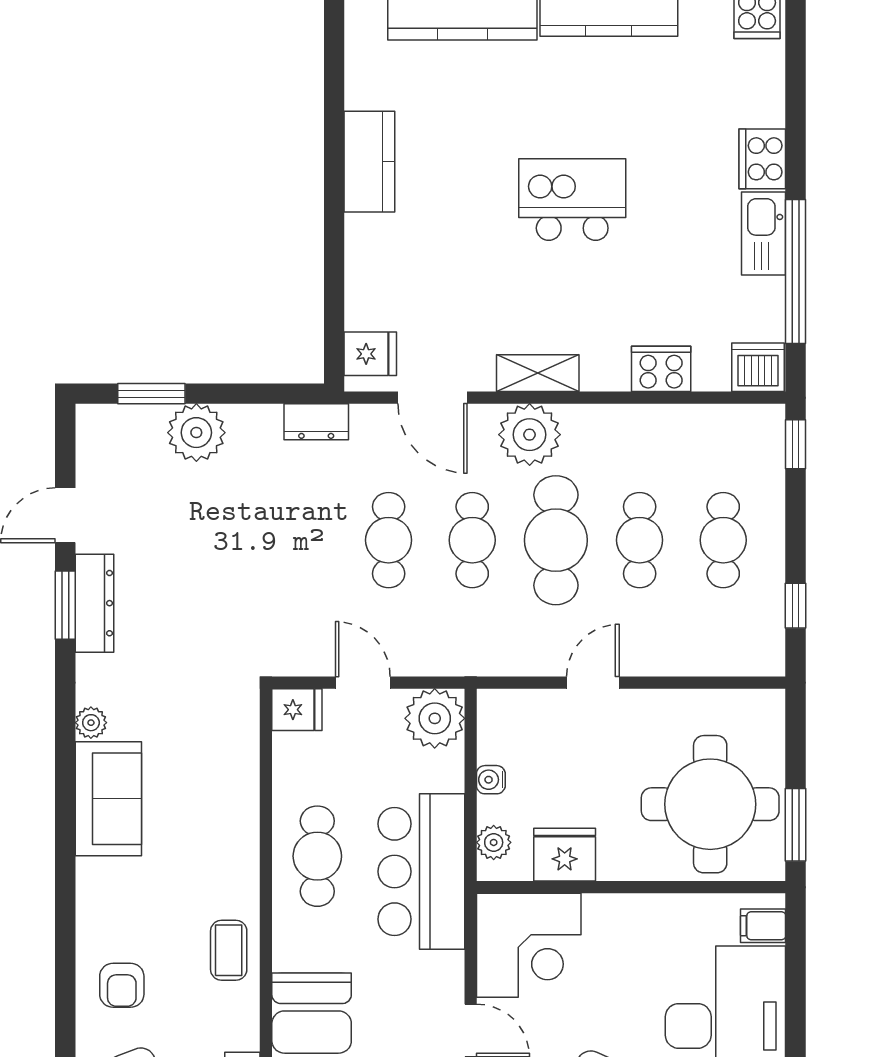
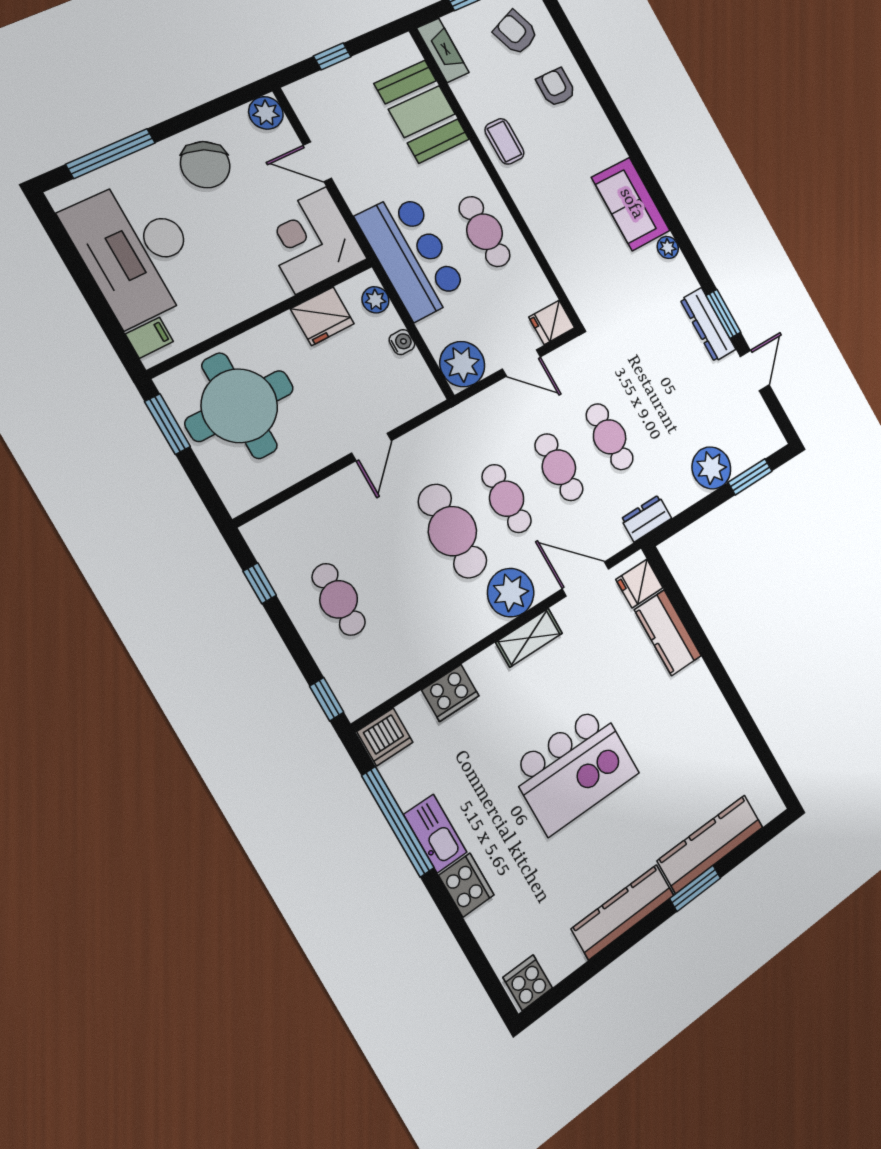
kitchen counter: (369, 162) -> (668, 633), moved
kitchen island: (572, 200) -> (574, 770), width x1.37, depth x1.28
cafe table: (640, 540) -> (610, 437), moved

